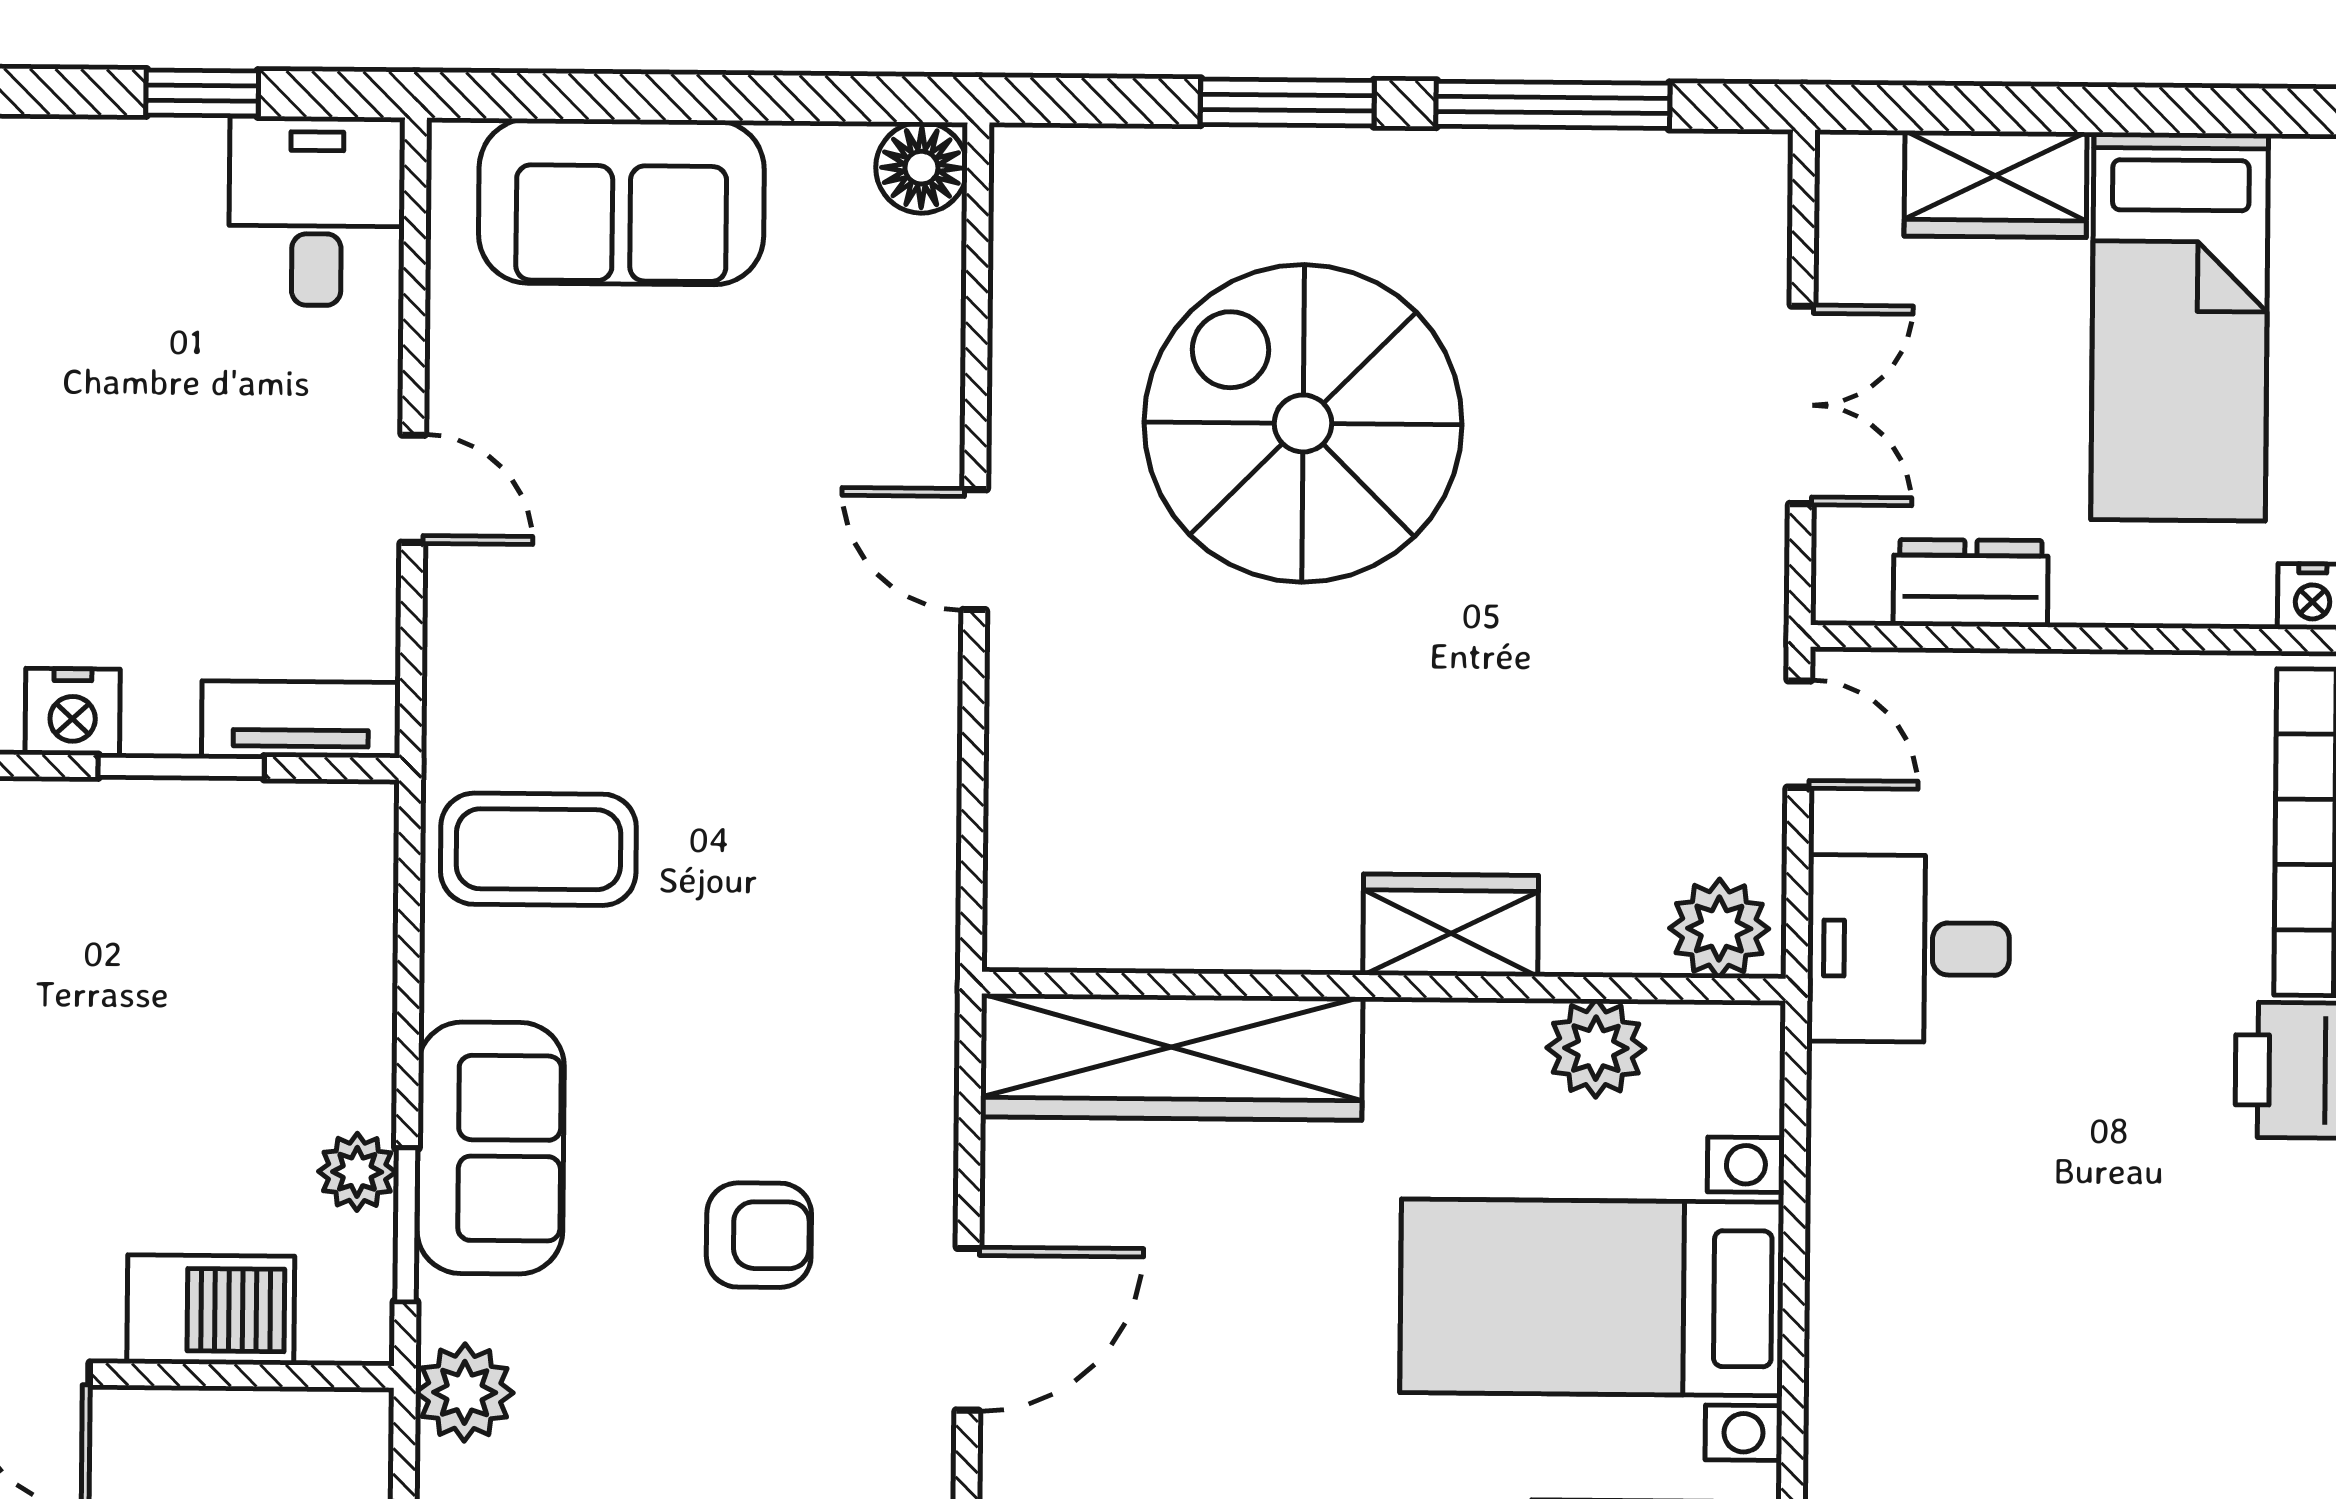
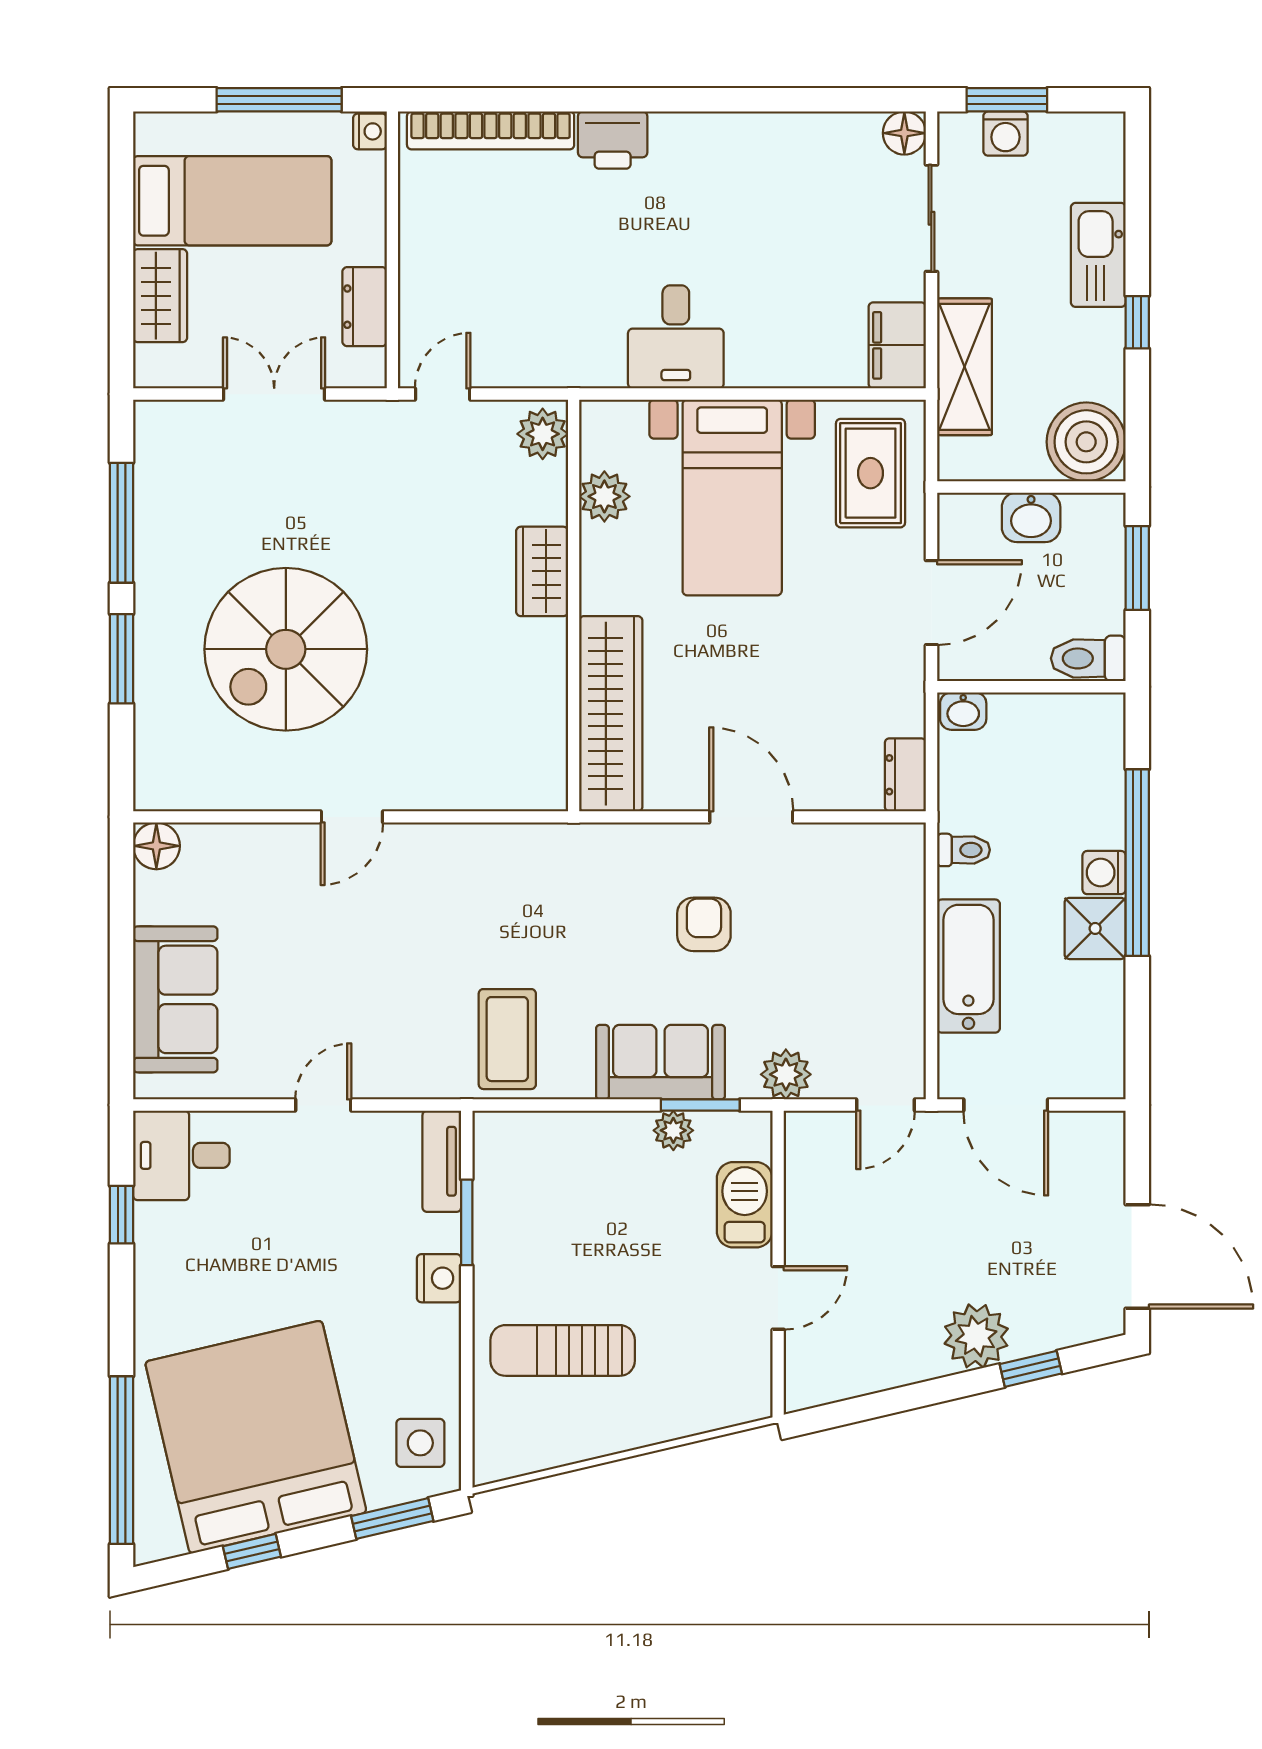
desk: (1908, 949) -> (676, 337), moved

